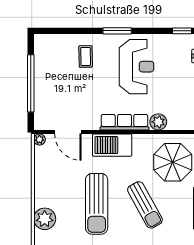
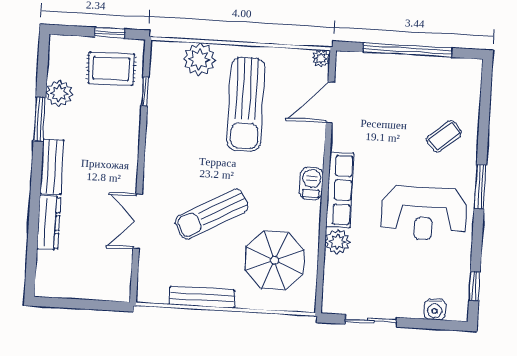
coffee table: (86, 56) -> (444, 136), turned -39
barbecue: (112, 145) -> (311, 183), width x0.53, depth x0.65
sun lounger: (97, 204) -> (246, 104), moved, turned -90

